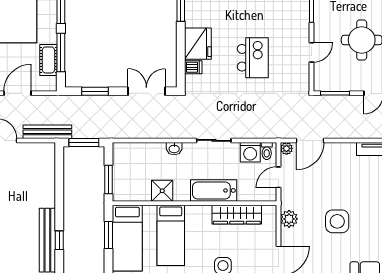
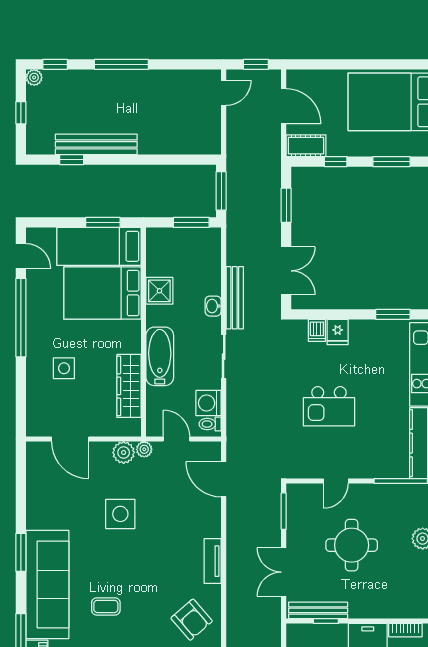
fridge: (198, 44) -> (338, 332), width x0.53, depth x0.75
door: (311, 52) -> (336, 481), hinge flipped
window: (61, 53) -> (336, 162), width x0.46
cot: (48, 60) -> (306, 146), moved
bench: (47, 132) -> (235, 298), moved
plant: (287, 148) -> (144, 449), moved
window: (109, 179) -> (191, 222), moved
bed: (171, 235) -> (102, 293), width x1.50
window: (59, 240) -> (72, 160), moved

